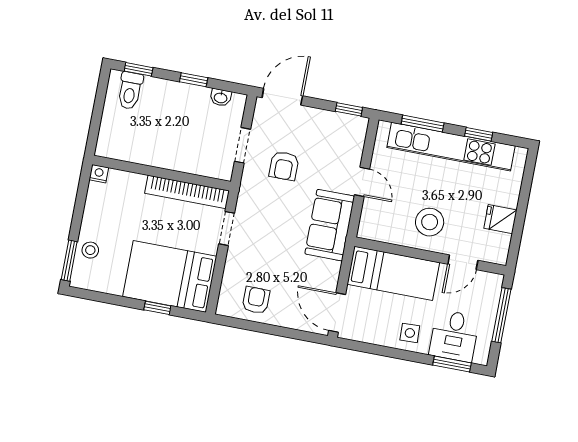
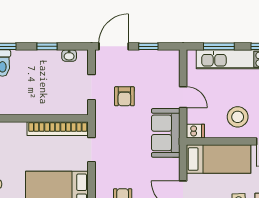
window: (349, 109) -> (148, 46), moved
dishwasher: (370, 230) -> (195, 131), added

